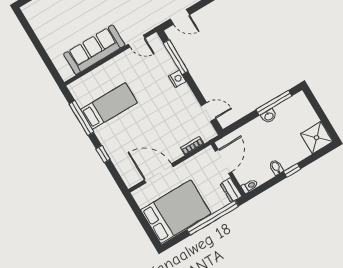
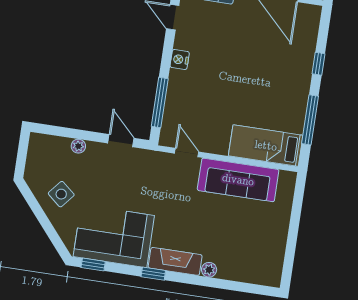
nightstand: (177, 79) -> (180, 60), moved
bed: (109, 106) -> (266, 146), moved

